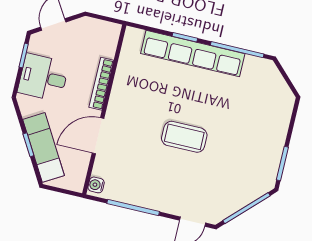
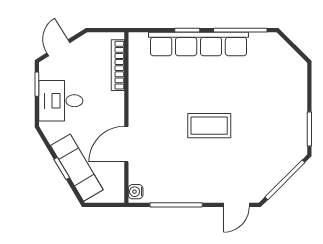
bookcase: (101, 84) -> (118, 65), moved

